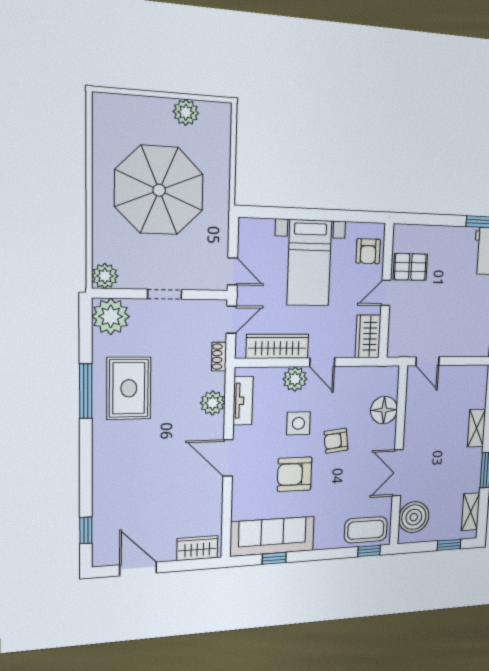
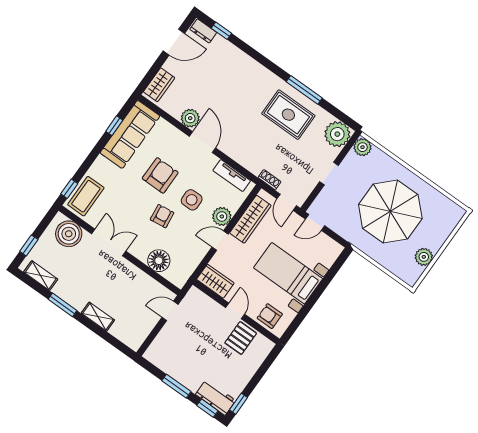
plant: (213, 403) -> (190, 118), moved
door: (228, 458) -> (202, 142), hinge flipped
dresser: (101, 549) -> (203, 31), added

